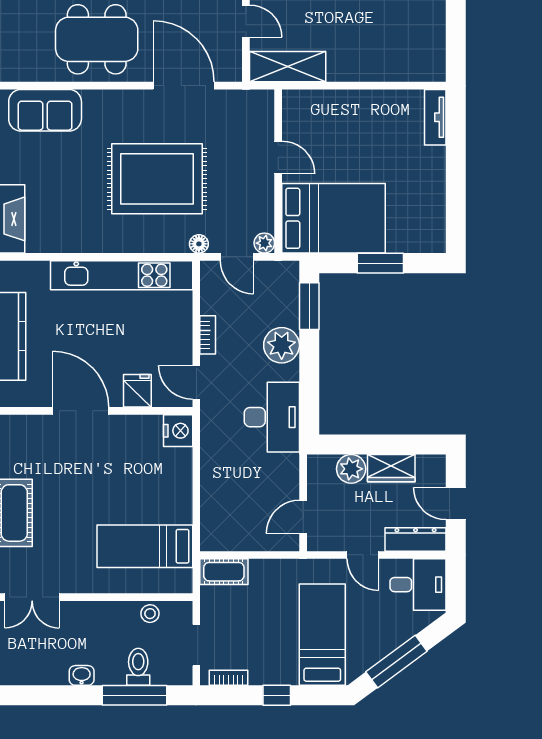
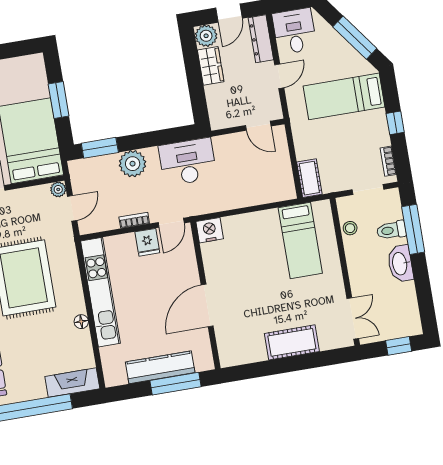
floor lamp: (199, 244) -> (81, 322), moved
fridge: (137, 391) -> (147, 242), moved, turned -90
plant: (351, 469) -> (206, 36), moved
washbasin: (82, 675) -> (400, 264), width x1.91, depth x1.45

